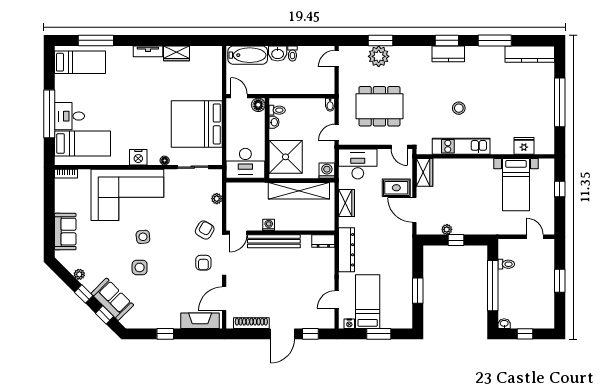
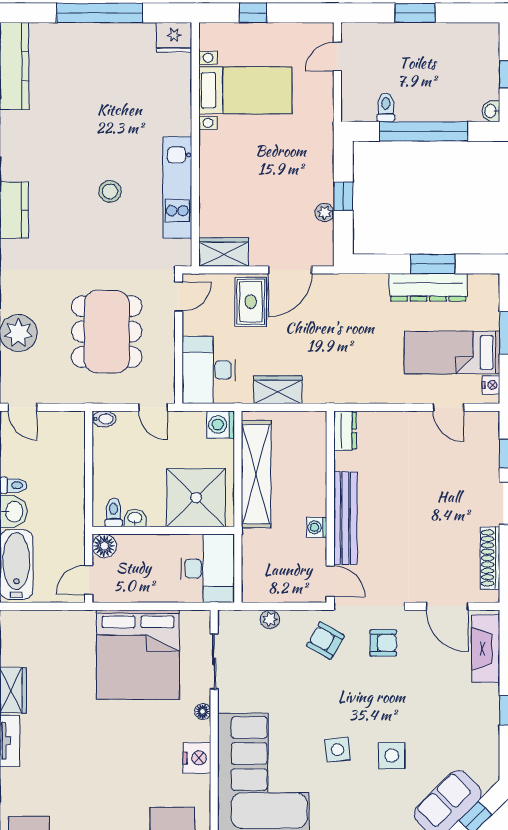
fridge: (524, 146) -> (174, 37), moved, turned -90
dresser: (347, 250) -> (428, 287), moved, turned 180

